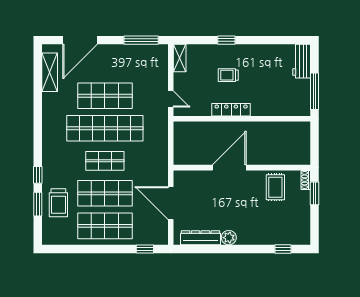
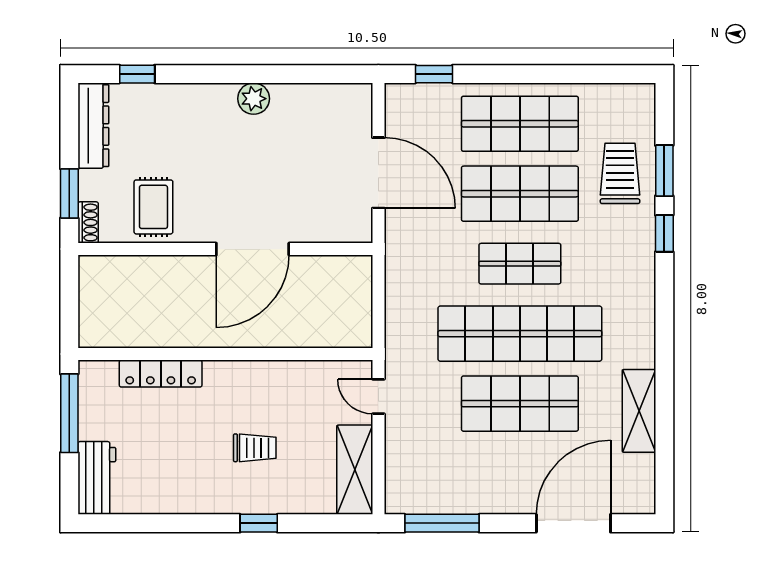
shelving: (180, 58) -> (355, 470), width x1.50, depth x1.33
shelving: (50, 72) -> (639, 411), moved
locker: (231, 110) -> (161, 374), moved
dresser: (200, 238) -> (93, 126), moved, turned -90

